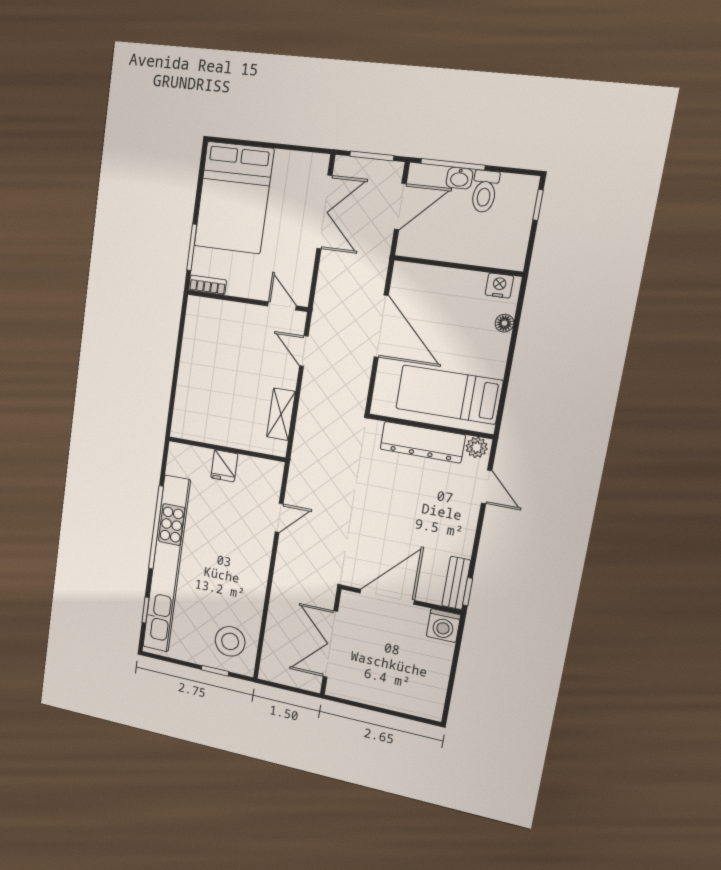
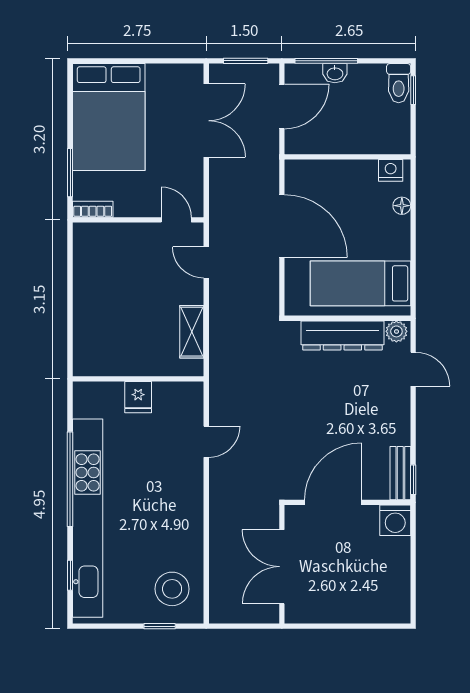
toilet: (485, 191) -> (399, 83), moved

